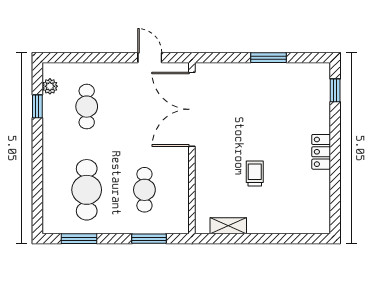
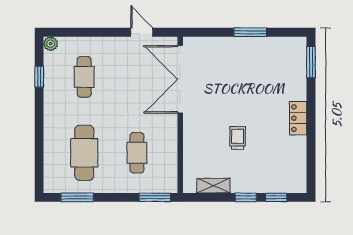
plant: (50, 86) -> (51, 44), moved
window: (335, 90) -> (311, 62), width x1.50
window: (149, 239) -> (155, 197), moved
window: (264, 239) -> (246, 197), added
window: (297, 239) -> (276, 197), added

